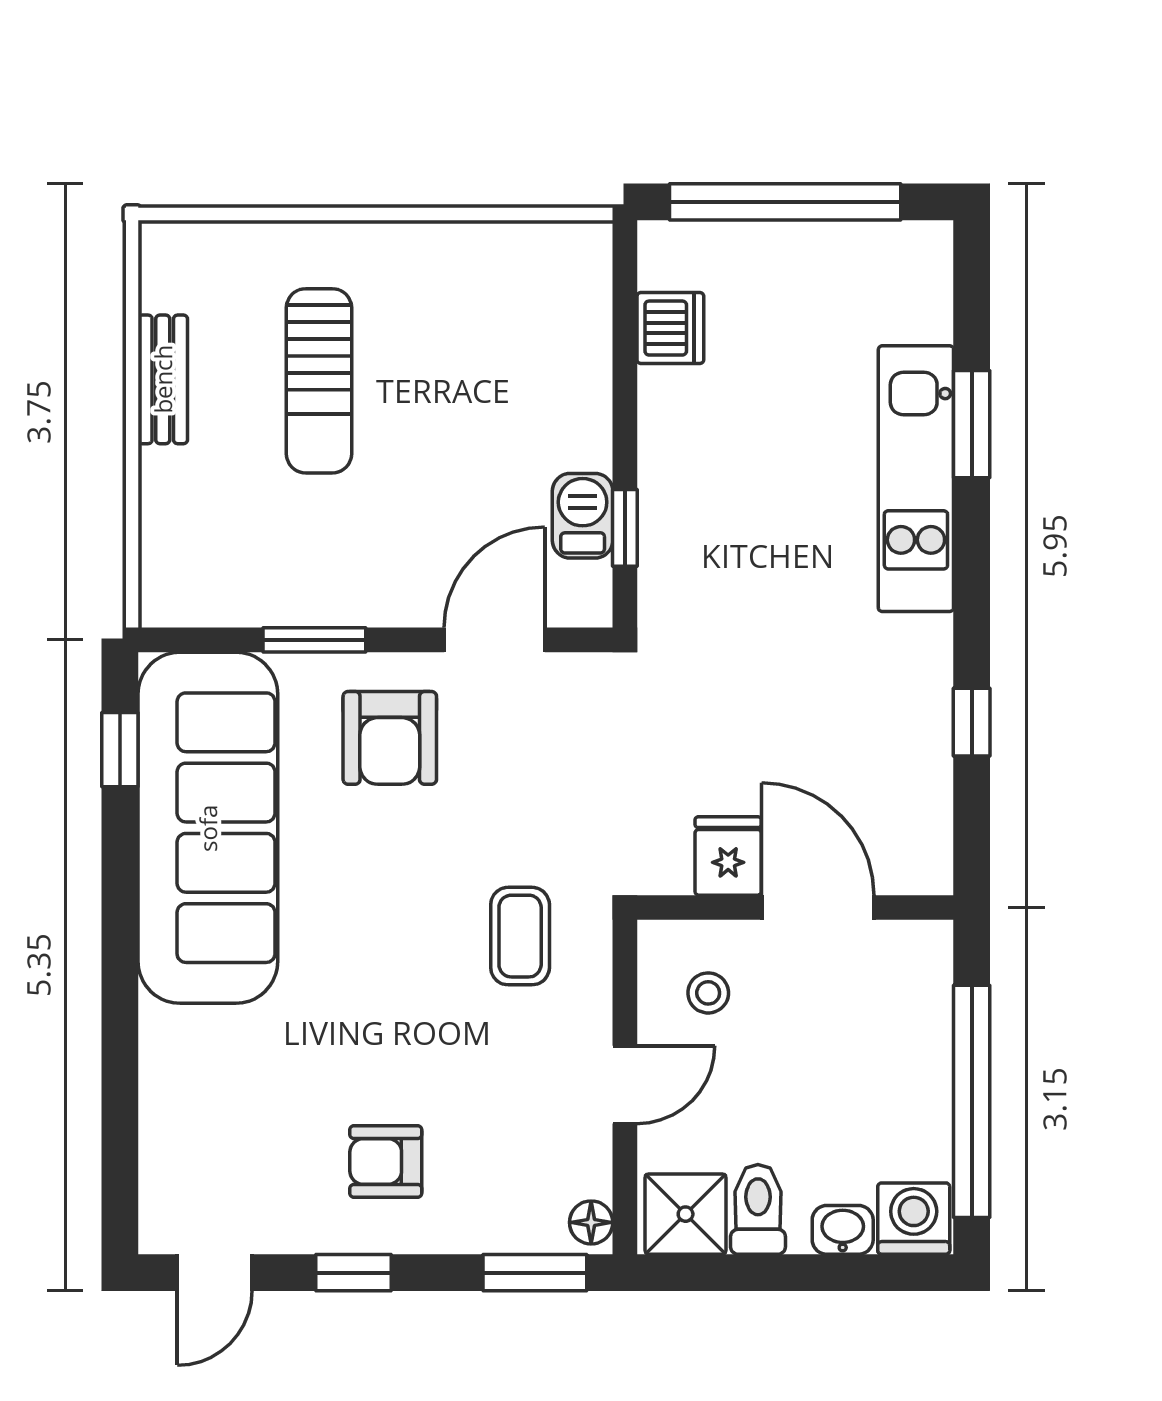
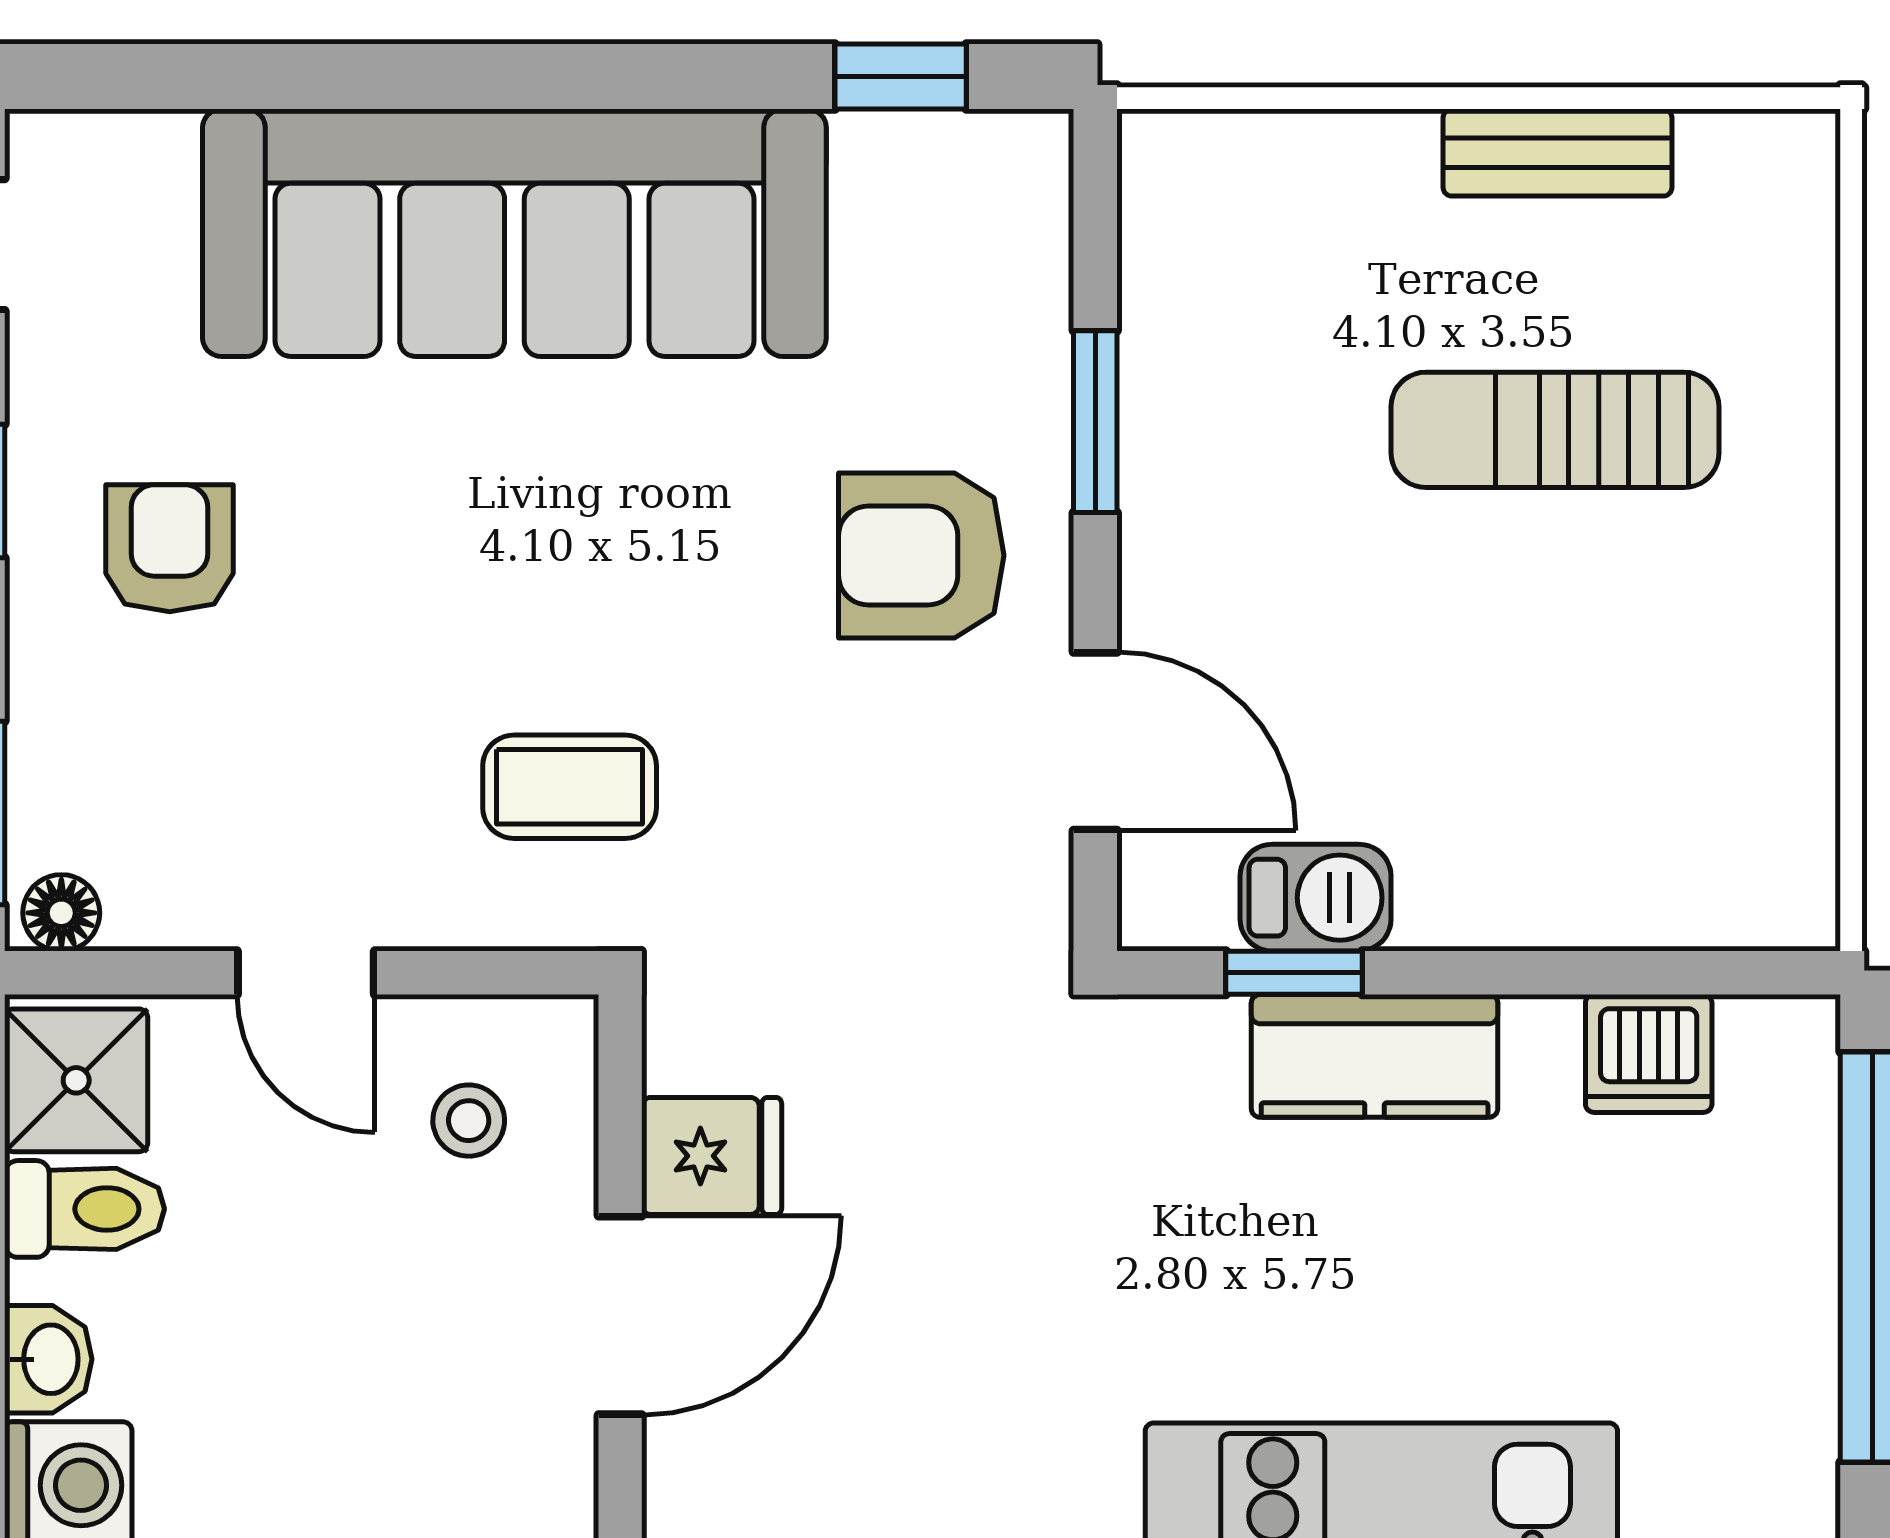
kitchen counter: (672, 482) -> (1375, 1056), added
sofa: (208, 828) -> (514, 233), moved

